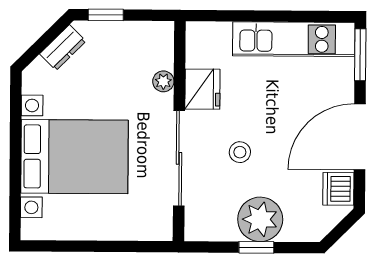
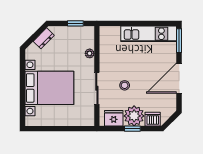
window: (106, 15) -> (75, 23), moved
fridge: (202, 89) -> (114, 118), moved, turned -90
sliding door: (179, 158) -> (97, 88), width x0.73
dishwasher: (338, 189) -> (153, 119), moved, turned 90

